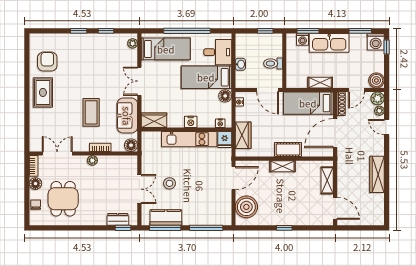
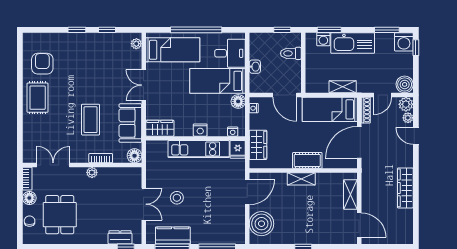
toilet: (273, 63) -> (291, 53), moved

